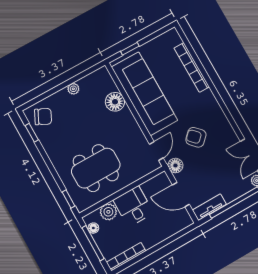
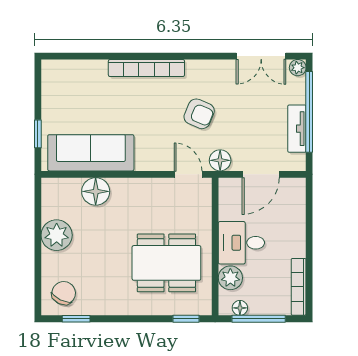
bookcase: (192, 67) -> (146, 68), moved
plant: (73, 89) -> (57, 235), width x1.88, depth x1.88
sofa: (144, 94) -> (91, 153), width x0.74, depth x0.79
armchair: (196, 137) -> (199, 114), turned -113
dining table: (96, 168) -> (166, 263), turned 90
tv unit: (209, 207) -> (297, 129), moved

